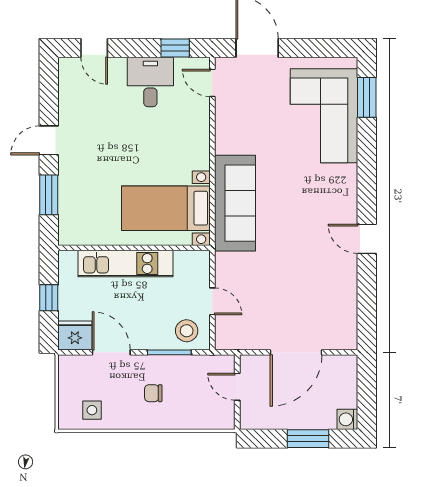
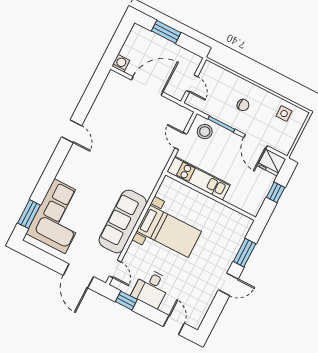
sofa: (235, 203) -> (123, 221), moved
bed with nightstands: (166, 208) -> (169, 231), moved
kitchen unit: (125, 263) -> (199, 178), moved
washing machine: (347, 419) -> (121, 63), moved, turned -90

